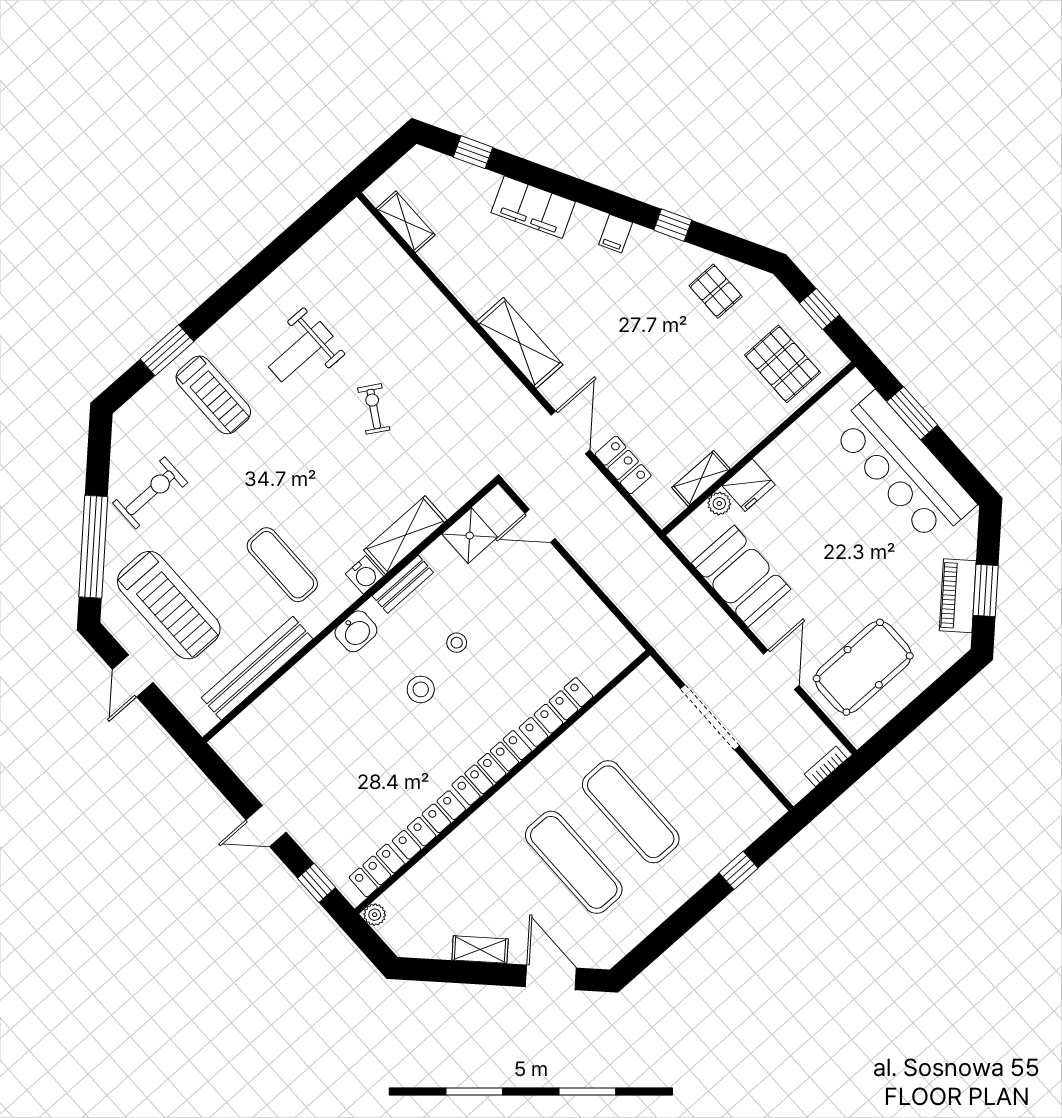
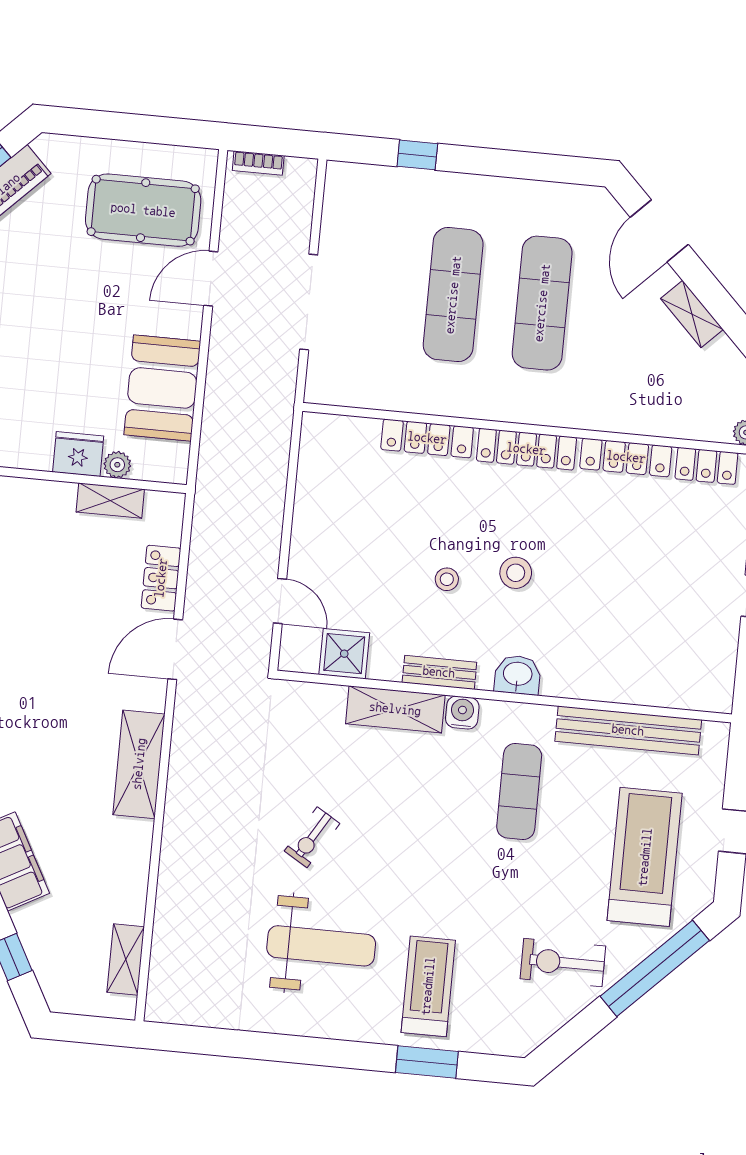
weight bench: (301, 352) -> (321, 946), width x1.36, depth x1.33

